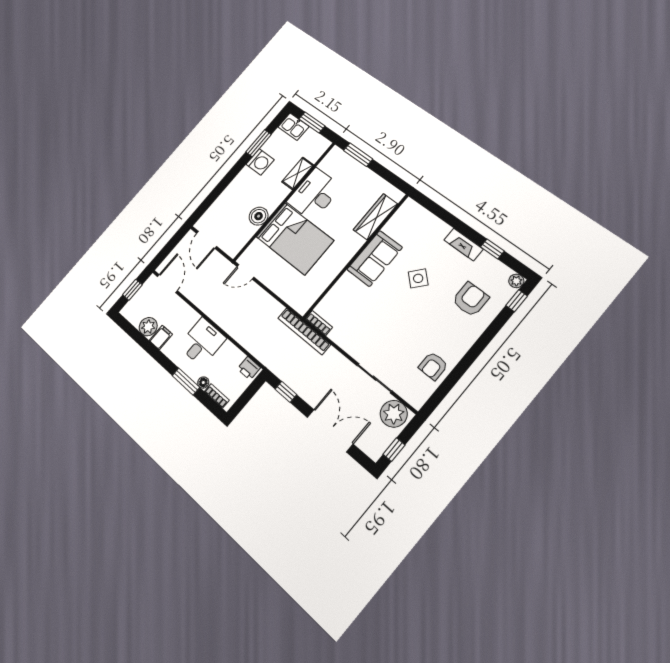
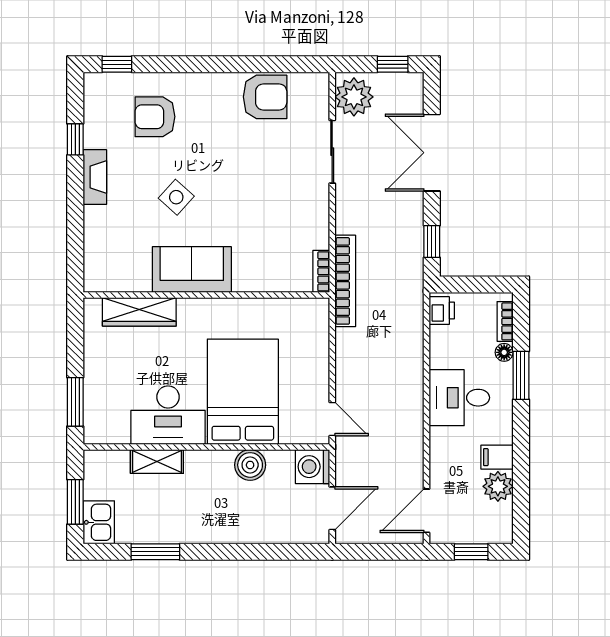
washing machine: (260, 162) -> (313, 467), moved, turned -90
plant: (516, 281) -> (94, 83), removed
armchair: (433, 366) -> (265, 97), width x1.38, depth x1.38

